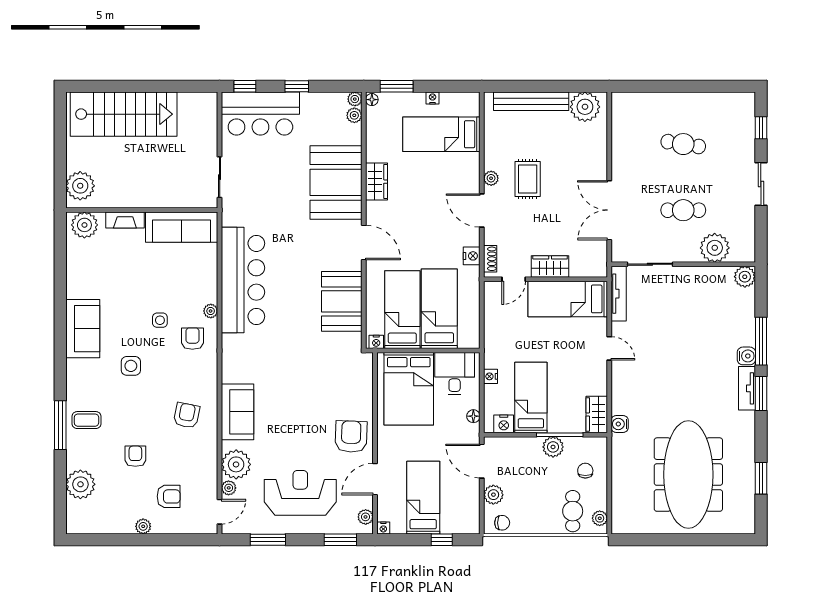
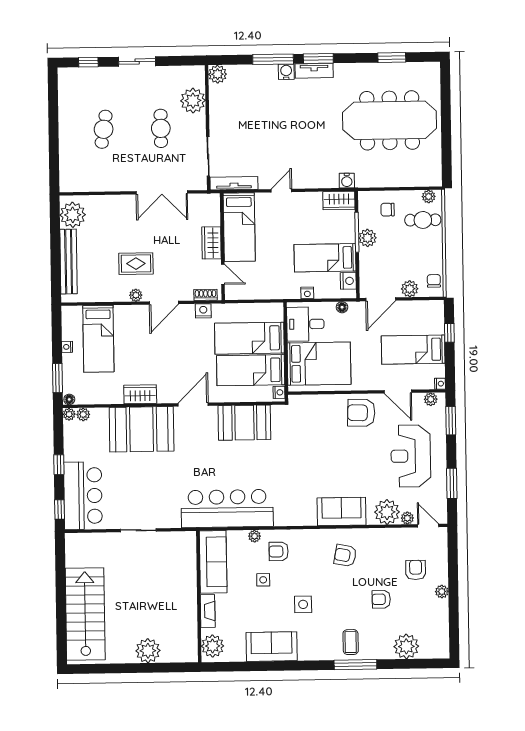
wall: (142, 210) -> (199, 597), moved
fireplace: (125, 220) -> (208, 611), moved
plant: (84, 225) -> (213, 646), moved
sofa: (182, 227) -> (213, 562), moved

